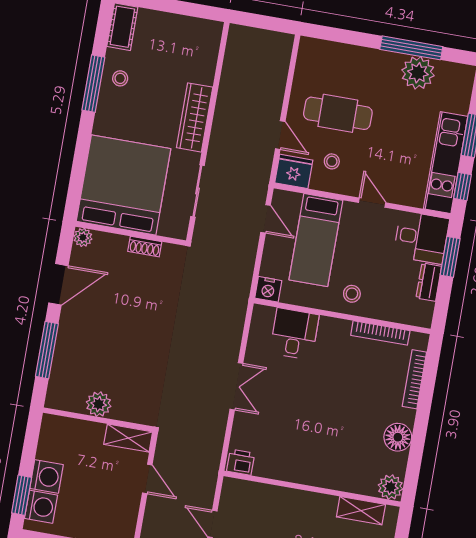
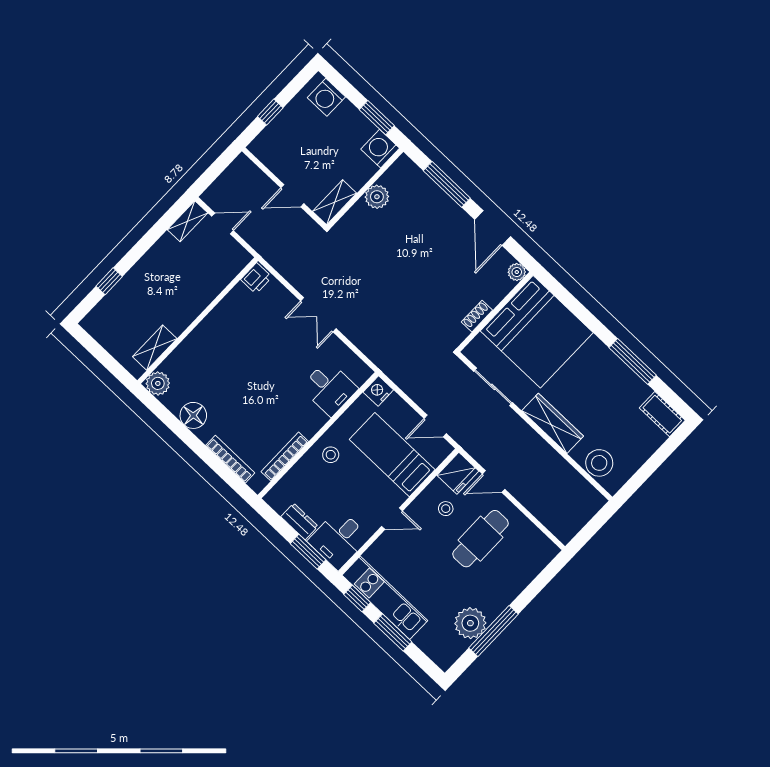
stool: (120, 78) -> (599, 463), moved, width x1.89, depth x1.89
washing machine: (46, 476) -> (380, 149), moved, turned 90
window: (22, 495) -> (377, 118), moved

